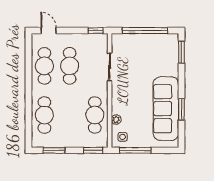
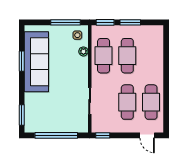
cafe table: (44, 115) -> (127, 56), moved
window: (54, 150) -> (130, 22), moved

